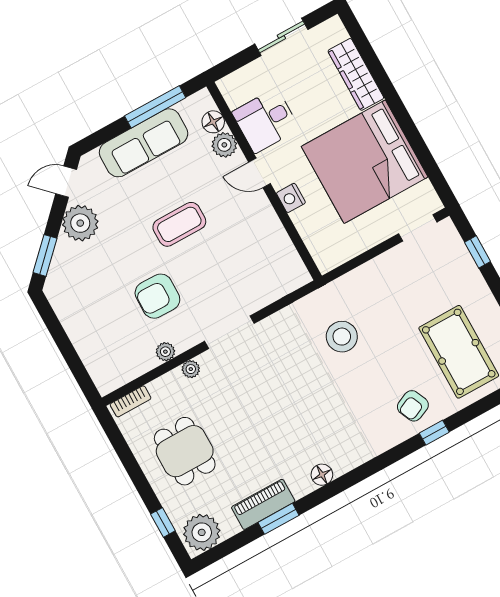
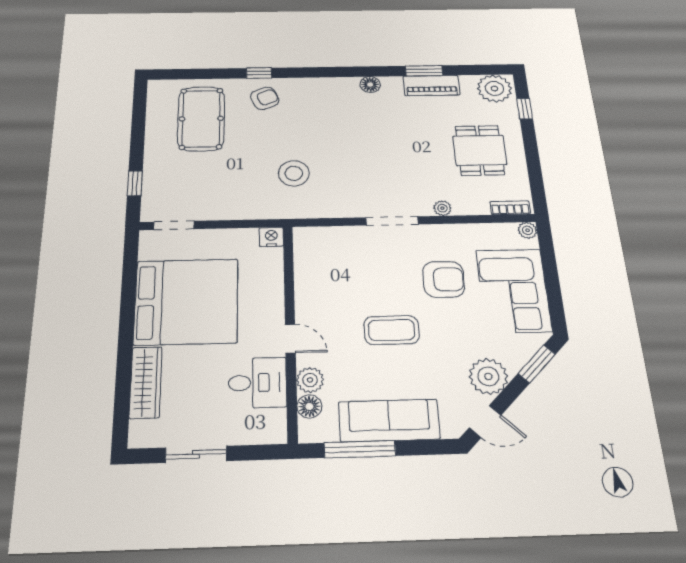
nightstand: (291, 198) -> (271, 237), moved, turned -90
corner sofa: (93, 316) -> (514, 291), added
plant: (165, 352) -> (527, 230), moved

